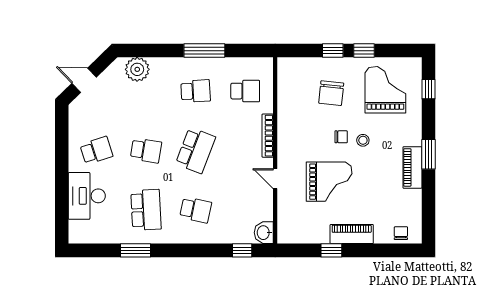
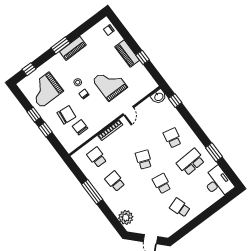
chair: (301, 99) -> (80, 127), added
school desk: (196, 150) -> (144, 160), width x0.54
desk: (87, 196) -> (218, 183), moved, turned -90

